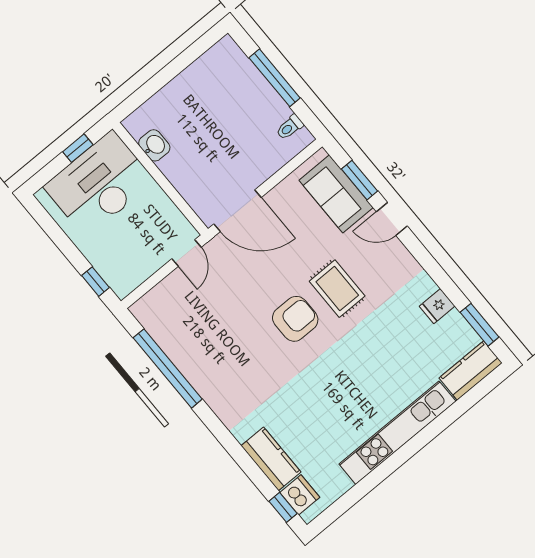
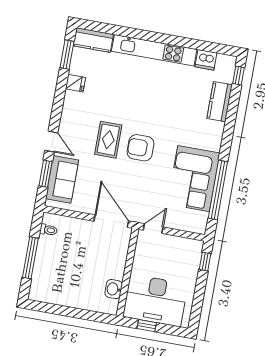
corner sofa: (205, 351) -> (194, 179), added
dishwasher: (300, 495) -> (206, 60), moved, turned -90

